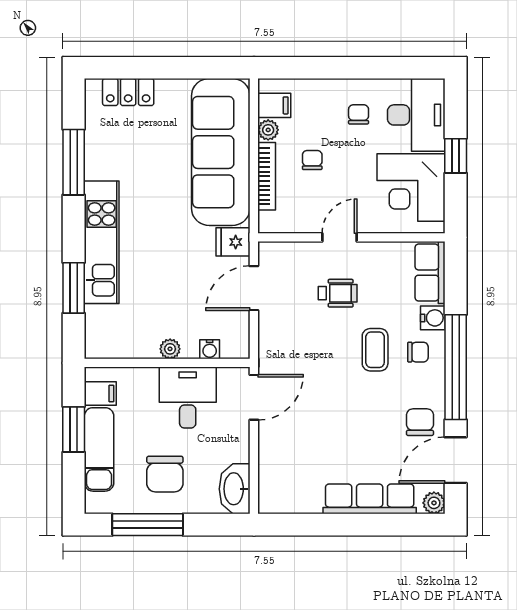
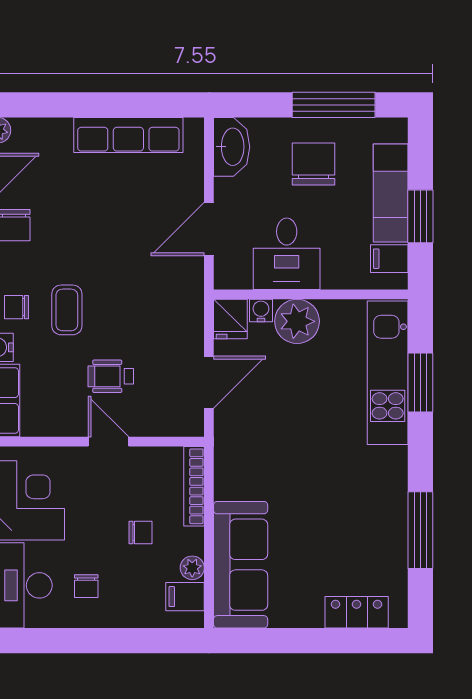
sofa: (221, 152) -> (241, 565), width x0.74, depth x0.79
chair: (312, 160) -> (141, 533), turned -90
bookcase: (267, 176) -> (194, 486), moved
door: (340, 237) -> (109, 442), swing flipped
kitchen unit: (102, 242) -> (388, 373), moved
fridge: (233, 242) -> (230, 319), moved, turned 90
plant: (170, 349) -> (297, 321), width x1.87, depth x1.87
door: (254, 397) -> (209, 229), moved
row of seats: (370, 499) -> (128, 135), moved

